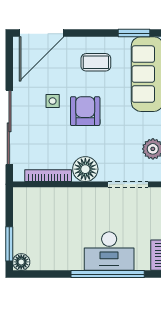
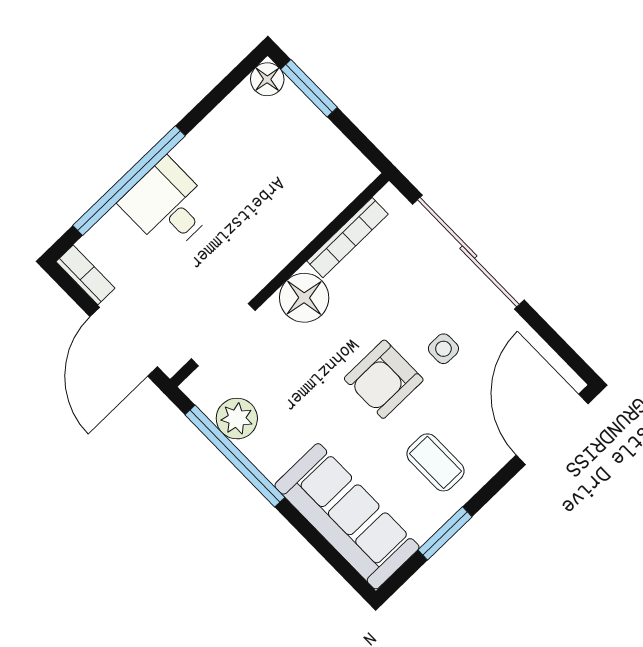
window: (134, 33) -> (445, 533), moved
coffee table: (96, 62) -> (435, 462), turned 90
armchair: (85, 111) -> (384, 379), turned 90
desk: (109, 251) -> (168, 206), width x0.73

